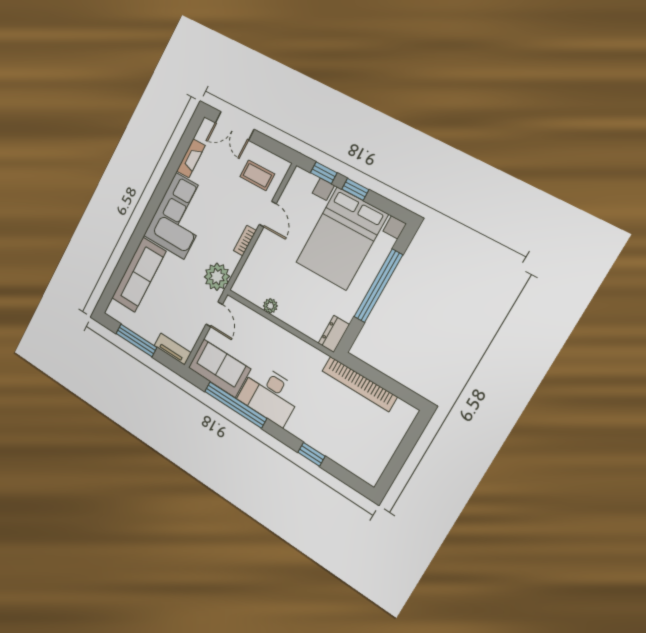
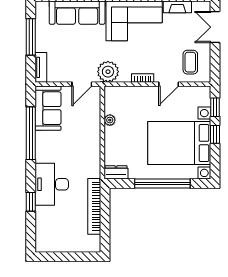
desk: (270, 395) -> (52, 184), moved

